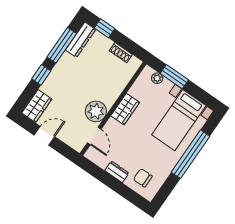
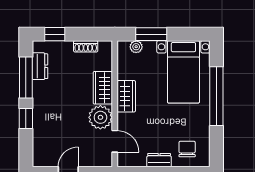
dresser: (81, 40) -> (40, 66), width x0.70
wardrobe: (37, 106) -> (103, 88), moved, turned 180
chair: (143, 178) -> (187, 149), turned 90

